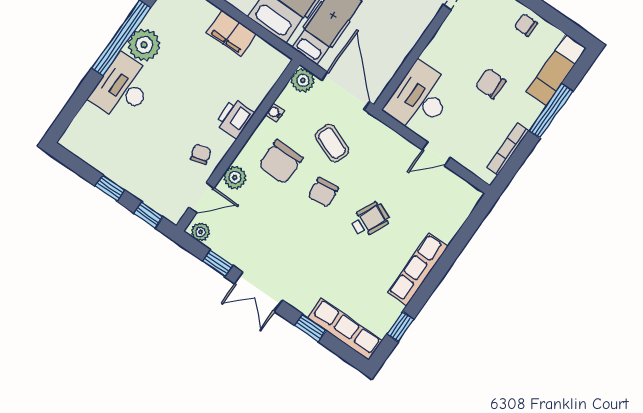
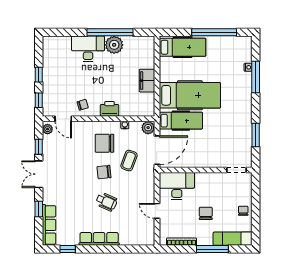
plant: (235, 177) -> (83, 127), removed

